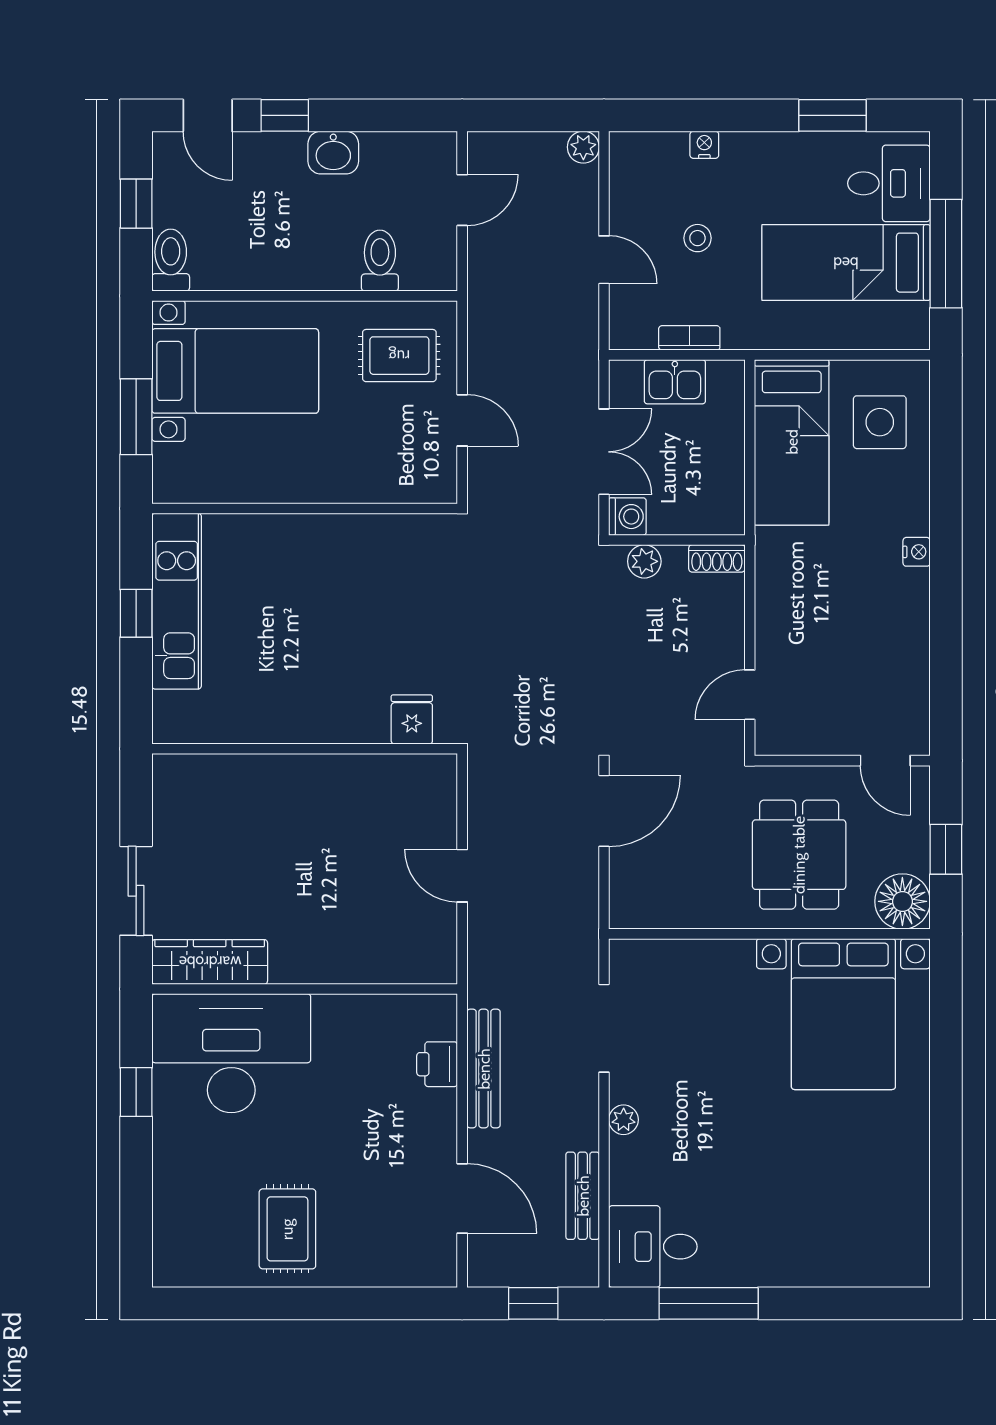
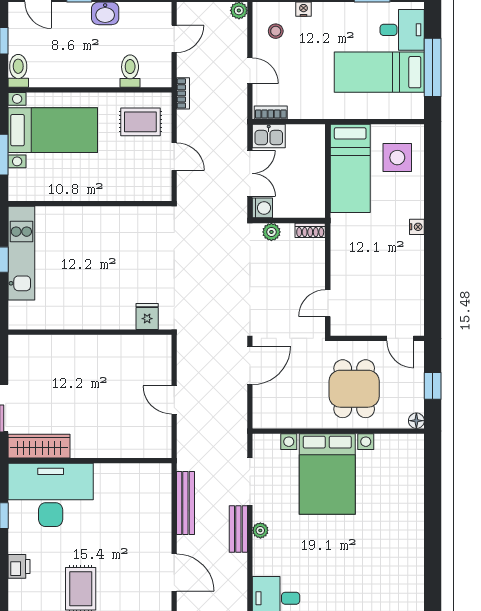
stool: (697, 238) -> (276, 31), moved
bookcase: (479, 302) -> (183, 93), added
bookcase: (689, 338) -> (271, 112), moved
kitchen sink: (675, 382) -> (269, 136), moved
floor lamp: (902, 901) -> (416, 421), width x0.53, depth x0.53
bed with nightstands: (843, 1014) -> (327, 474), moved
printer: (437, 1064) -> (19, 566), moved, turned 180
bench: (583, 1196) -> (238, 529), moved

